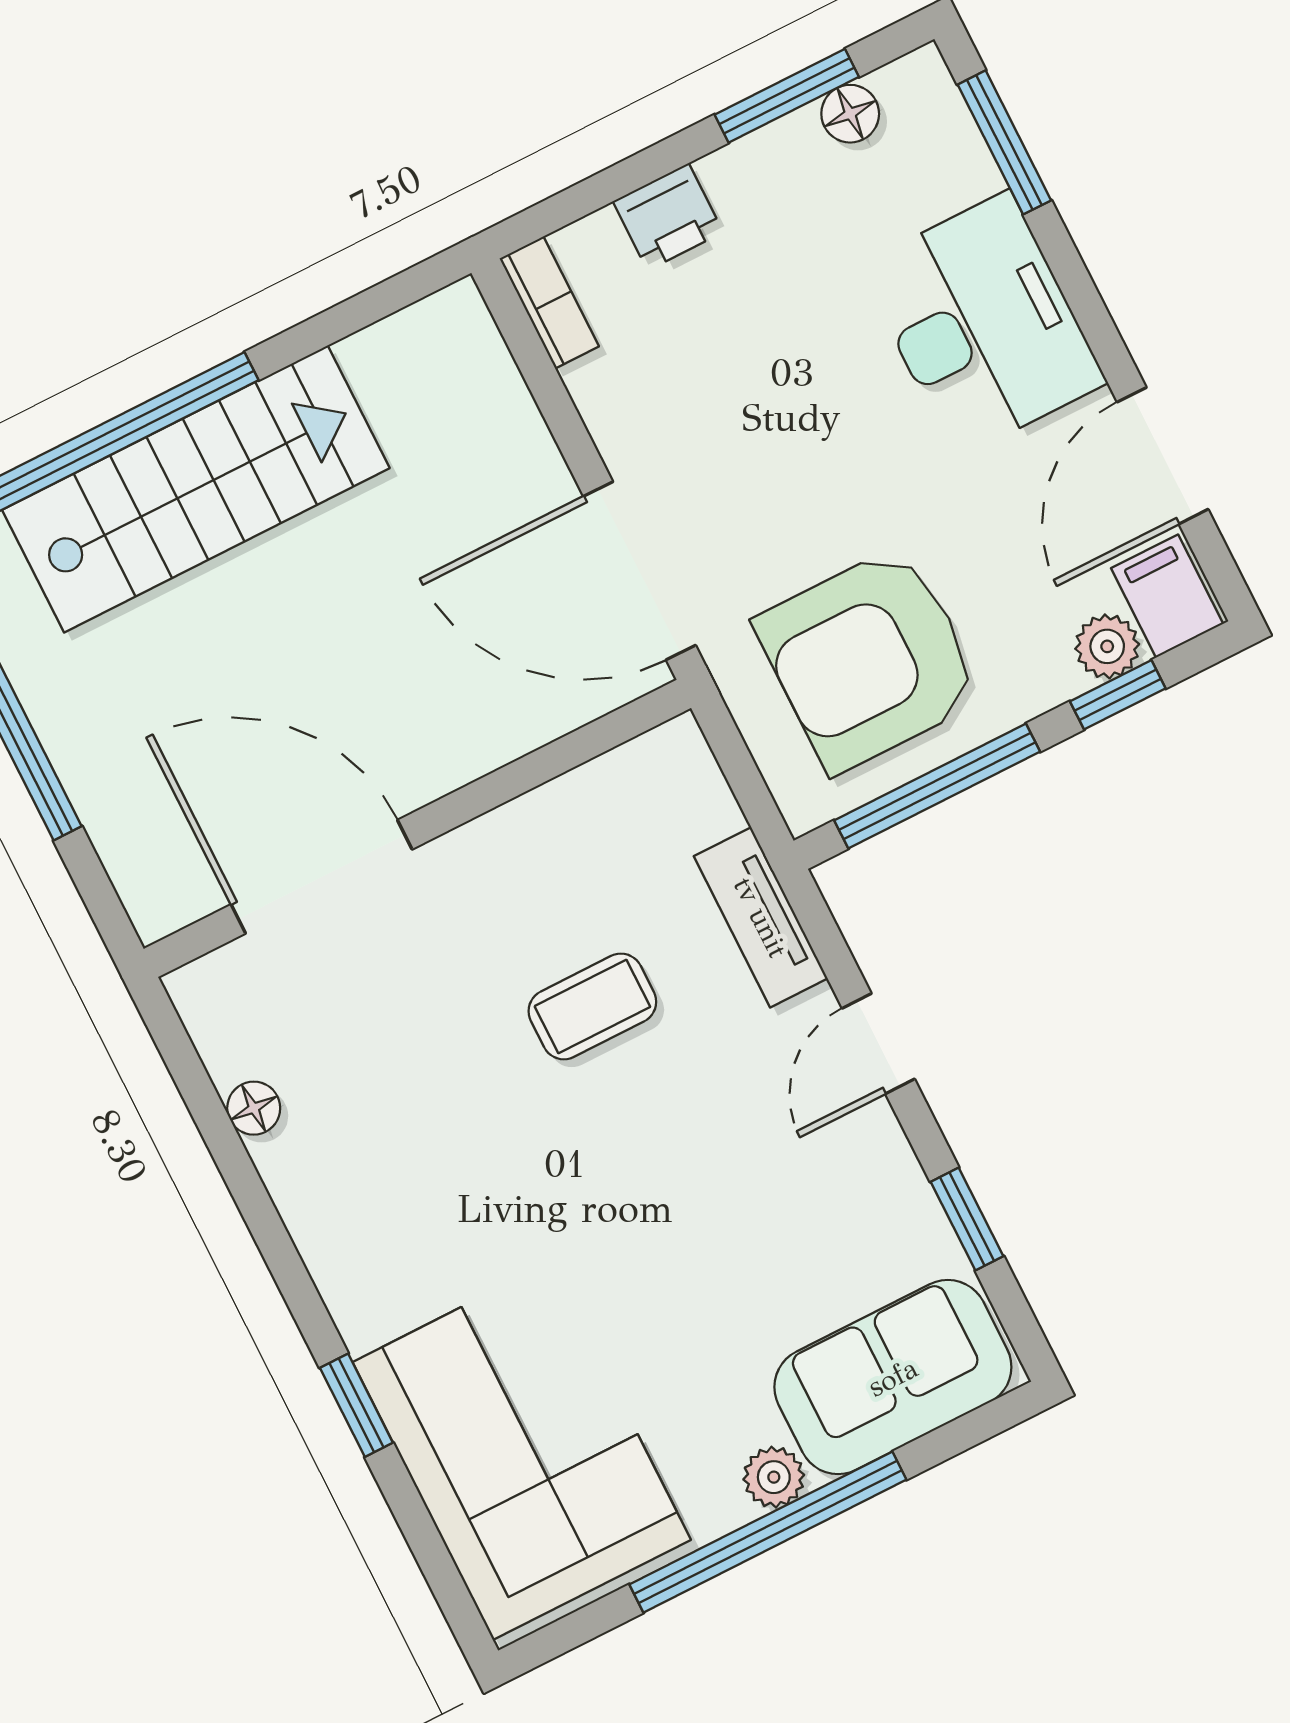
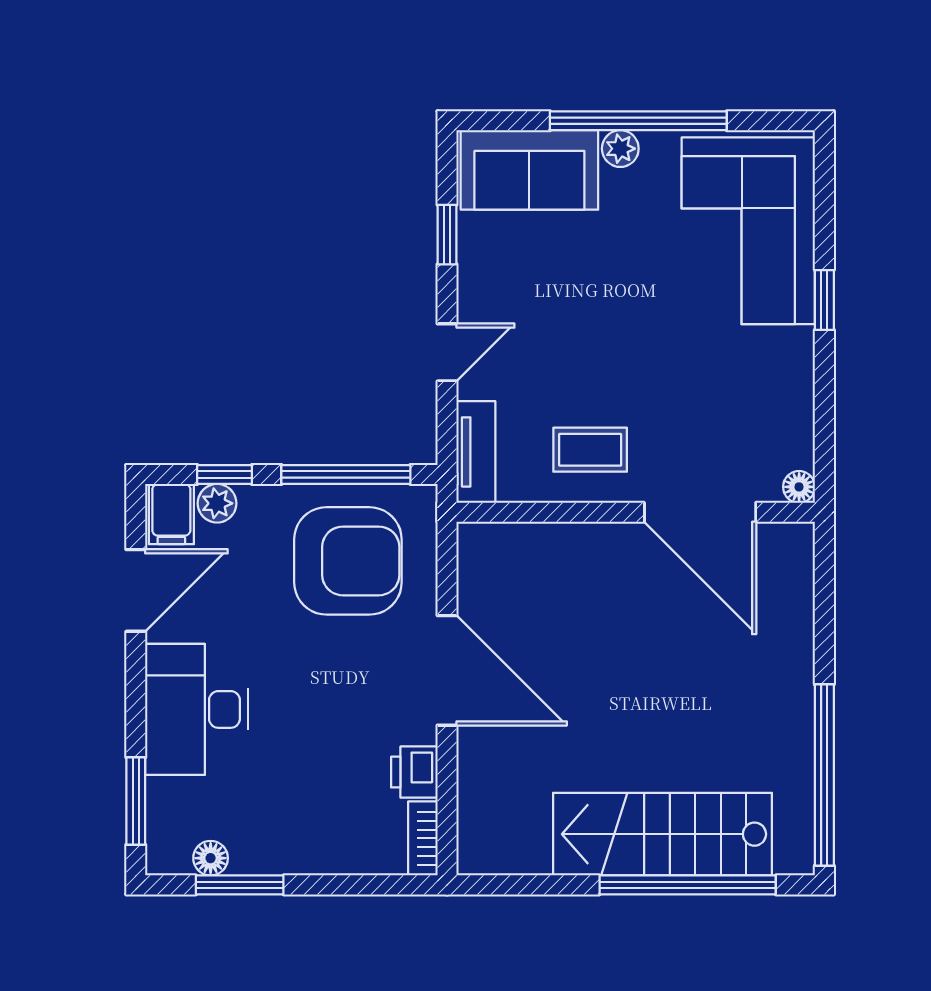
printer: (668, 217) -> (414, 772), moved, turned -90
wall: (417, 828) -> (636, 512), moved
door: (322, 877) -> (700, 512), moved

